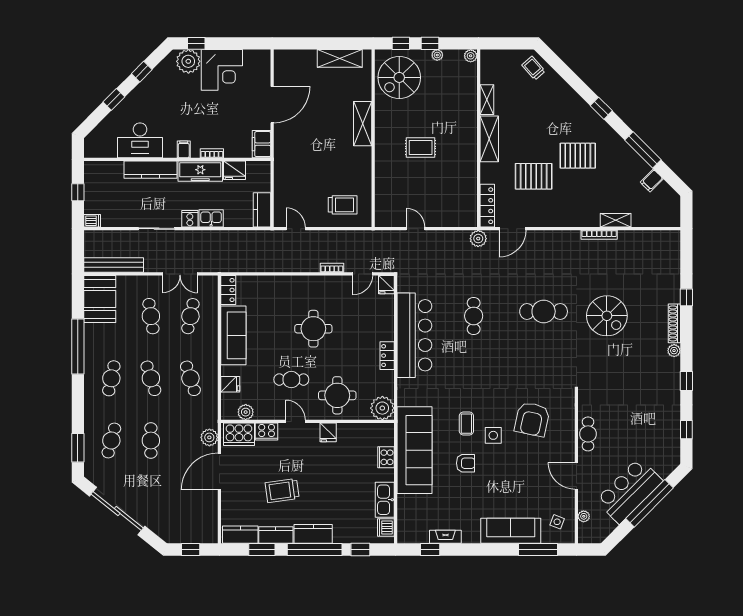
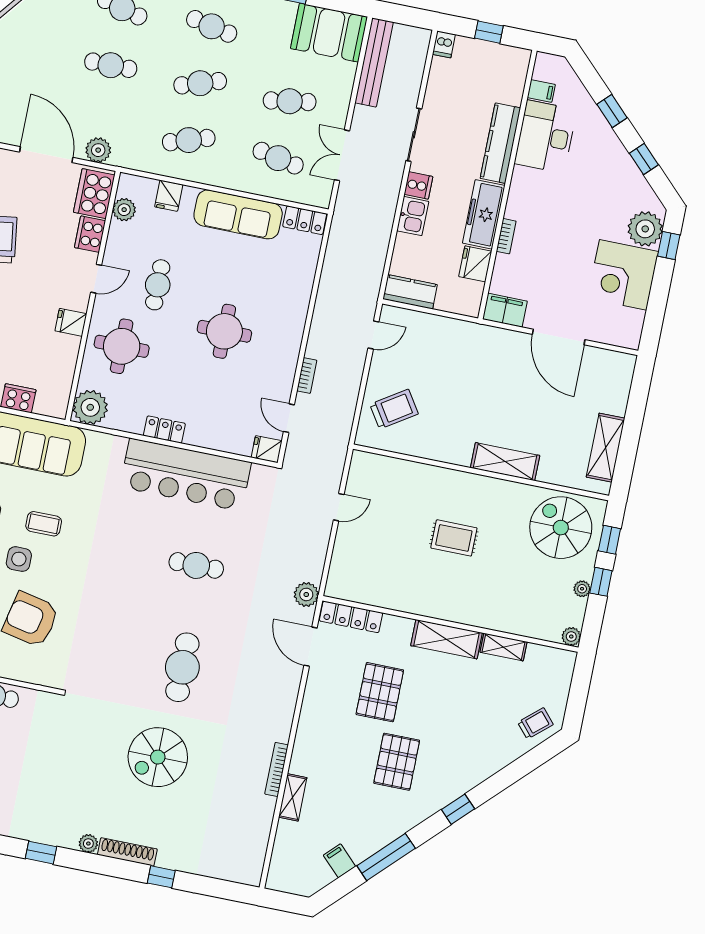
rug: (421, 148) -> (454, 538), turned 90
filing cabinet: (184, 149) -> (541, 91), moved
trolley: (343, 205) -> (394, 409), turned -123

